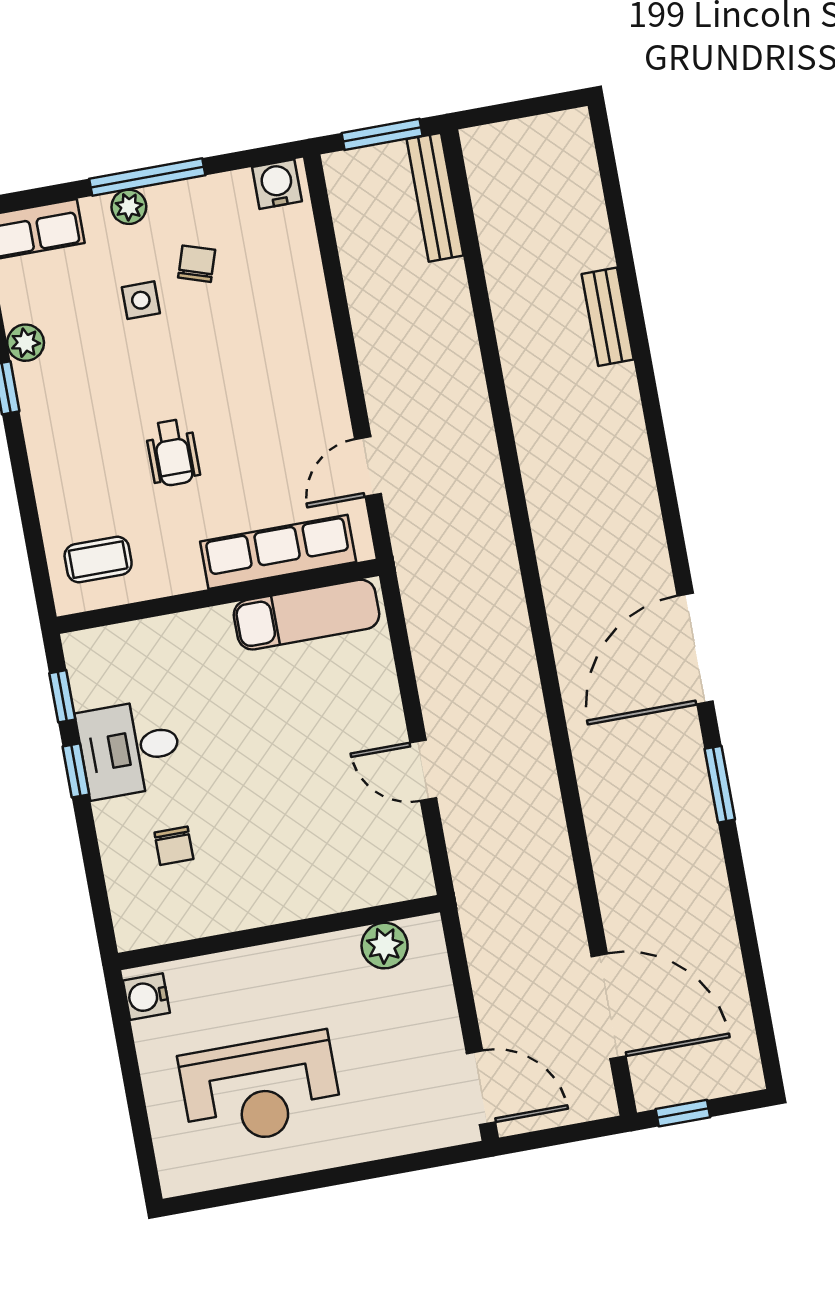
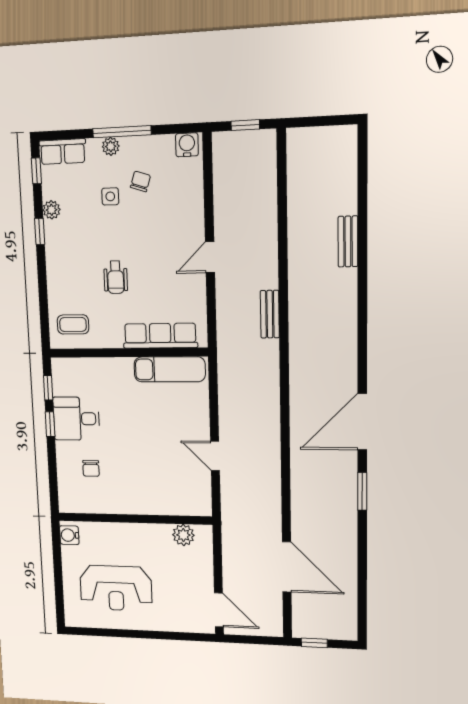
window: (382, 134) -> (245, 125), width x0.67
bench: (435, 197) -> (270, 314), moved, width x0.73
door: (368, 467) -> (210, 257), moved
door: (609, 1006) -> (287, 567), moved

